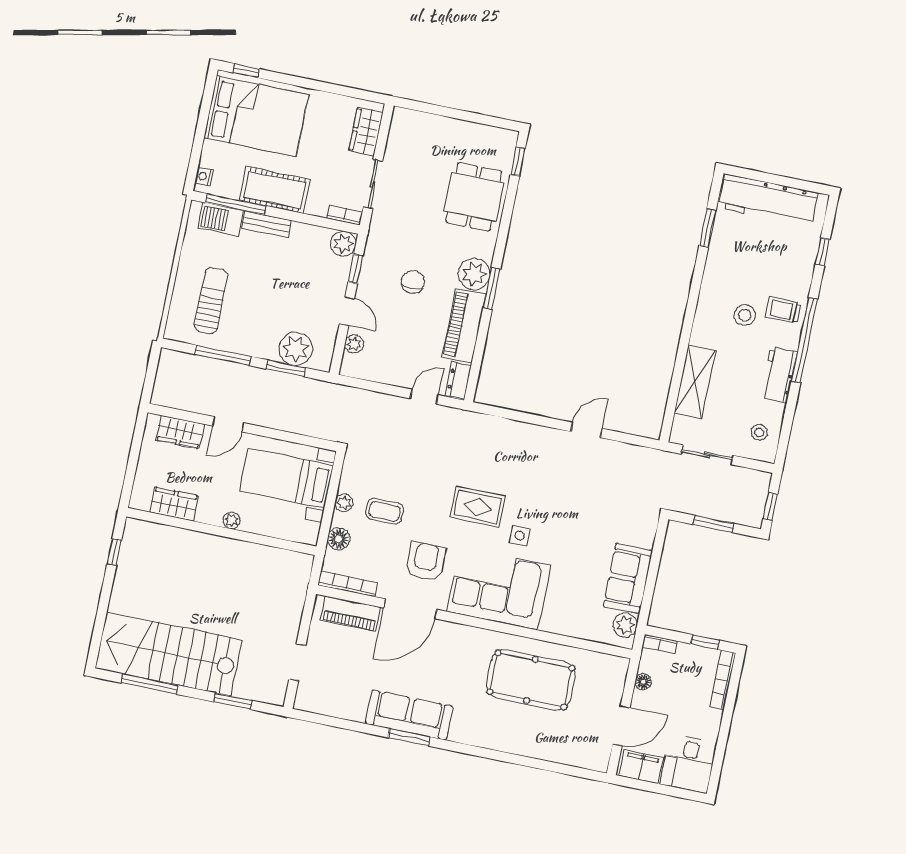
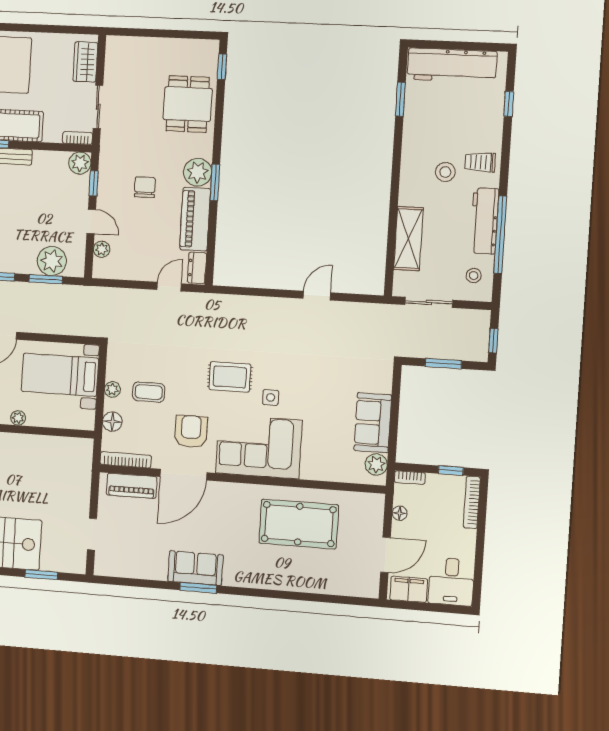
window: (804, 340) -> (500, 235), moved
workbench: (779, 375) -> (484, 221), width x1.38
sofa: (409, 715) -> (195, 568), width x0.73

